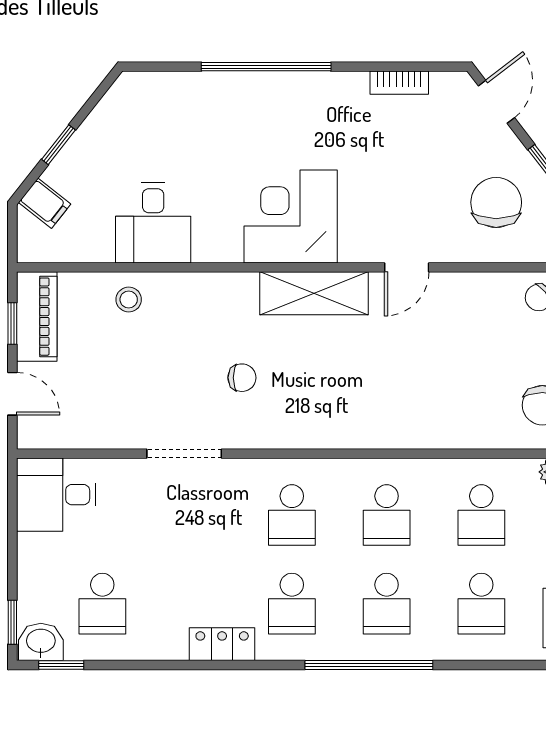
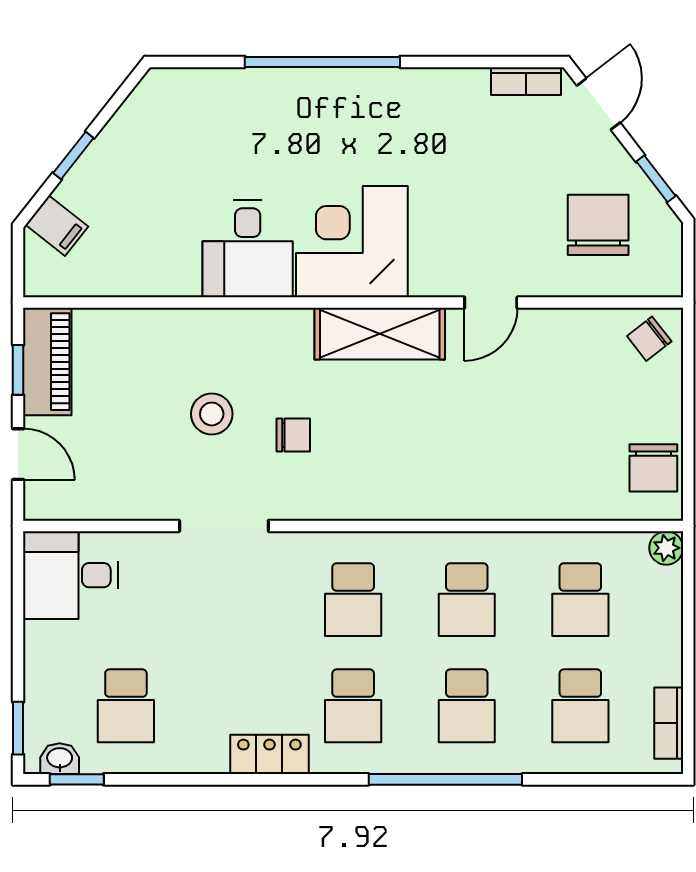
bookcase: (399, 83) -> (526, 81), moved
desk: (153, 223) -> (248, 249), moved
stool: (129, 300) -> (212, 414), moved, width x1.37, depth x1.37
washbasin: (41, 642) -> (60, 759), width x0.72, depth x0.69

